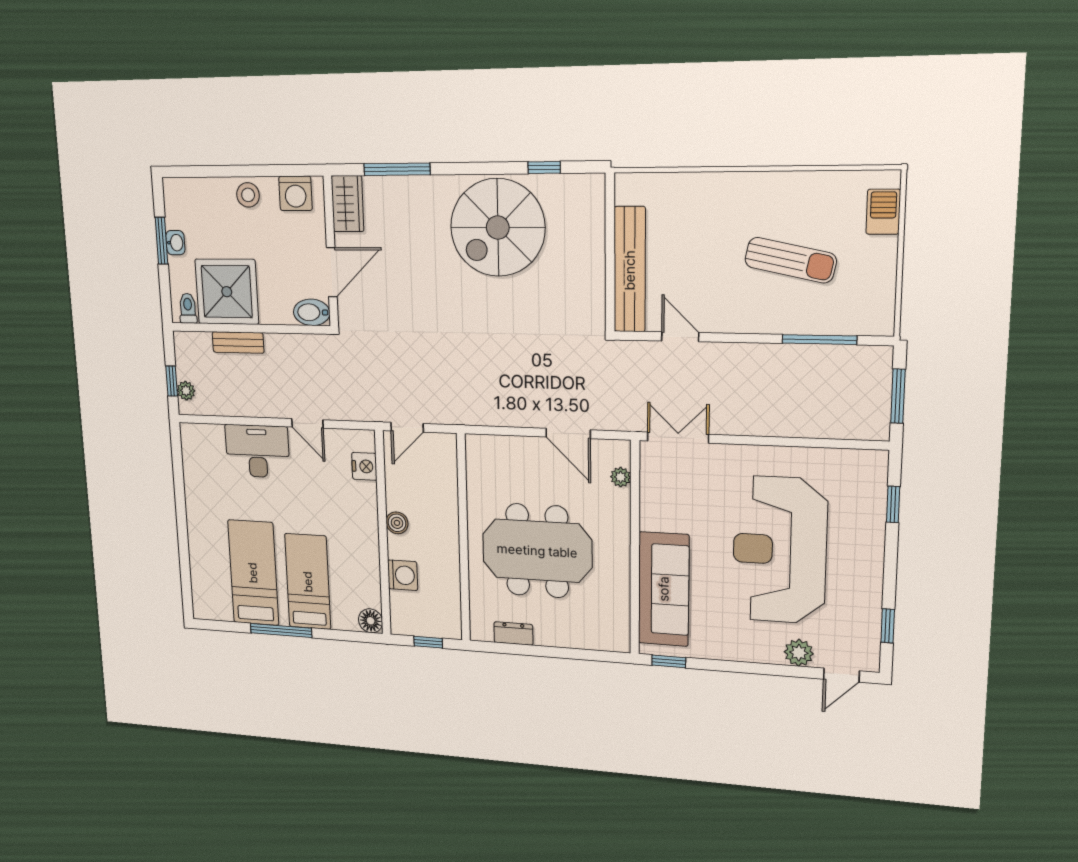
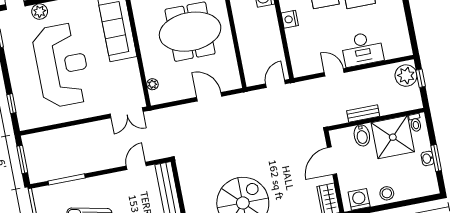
bidet: (312, 312) -> (362, 135), moved, turned 90
door: (680, 337) -> (136, 166), swing flipped
bench: (238, 342) -> (363, 113), moved
plant: (186, 391) -> (406, 76), width x1.88, depth x1.88
door: (568, 433) -> (209, 97), moved
nightstand: (364, 466) -> (290, 19), moved
boiler: (397, 523) -> (273, 27), removed

